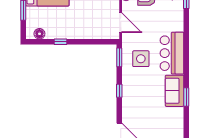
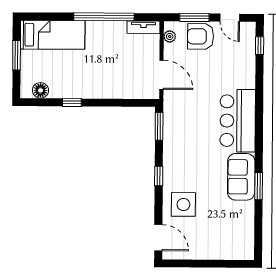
side table: (141, 59) -> (183, 204), moved

